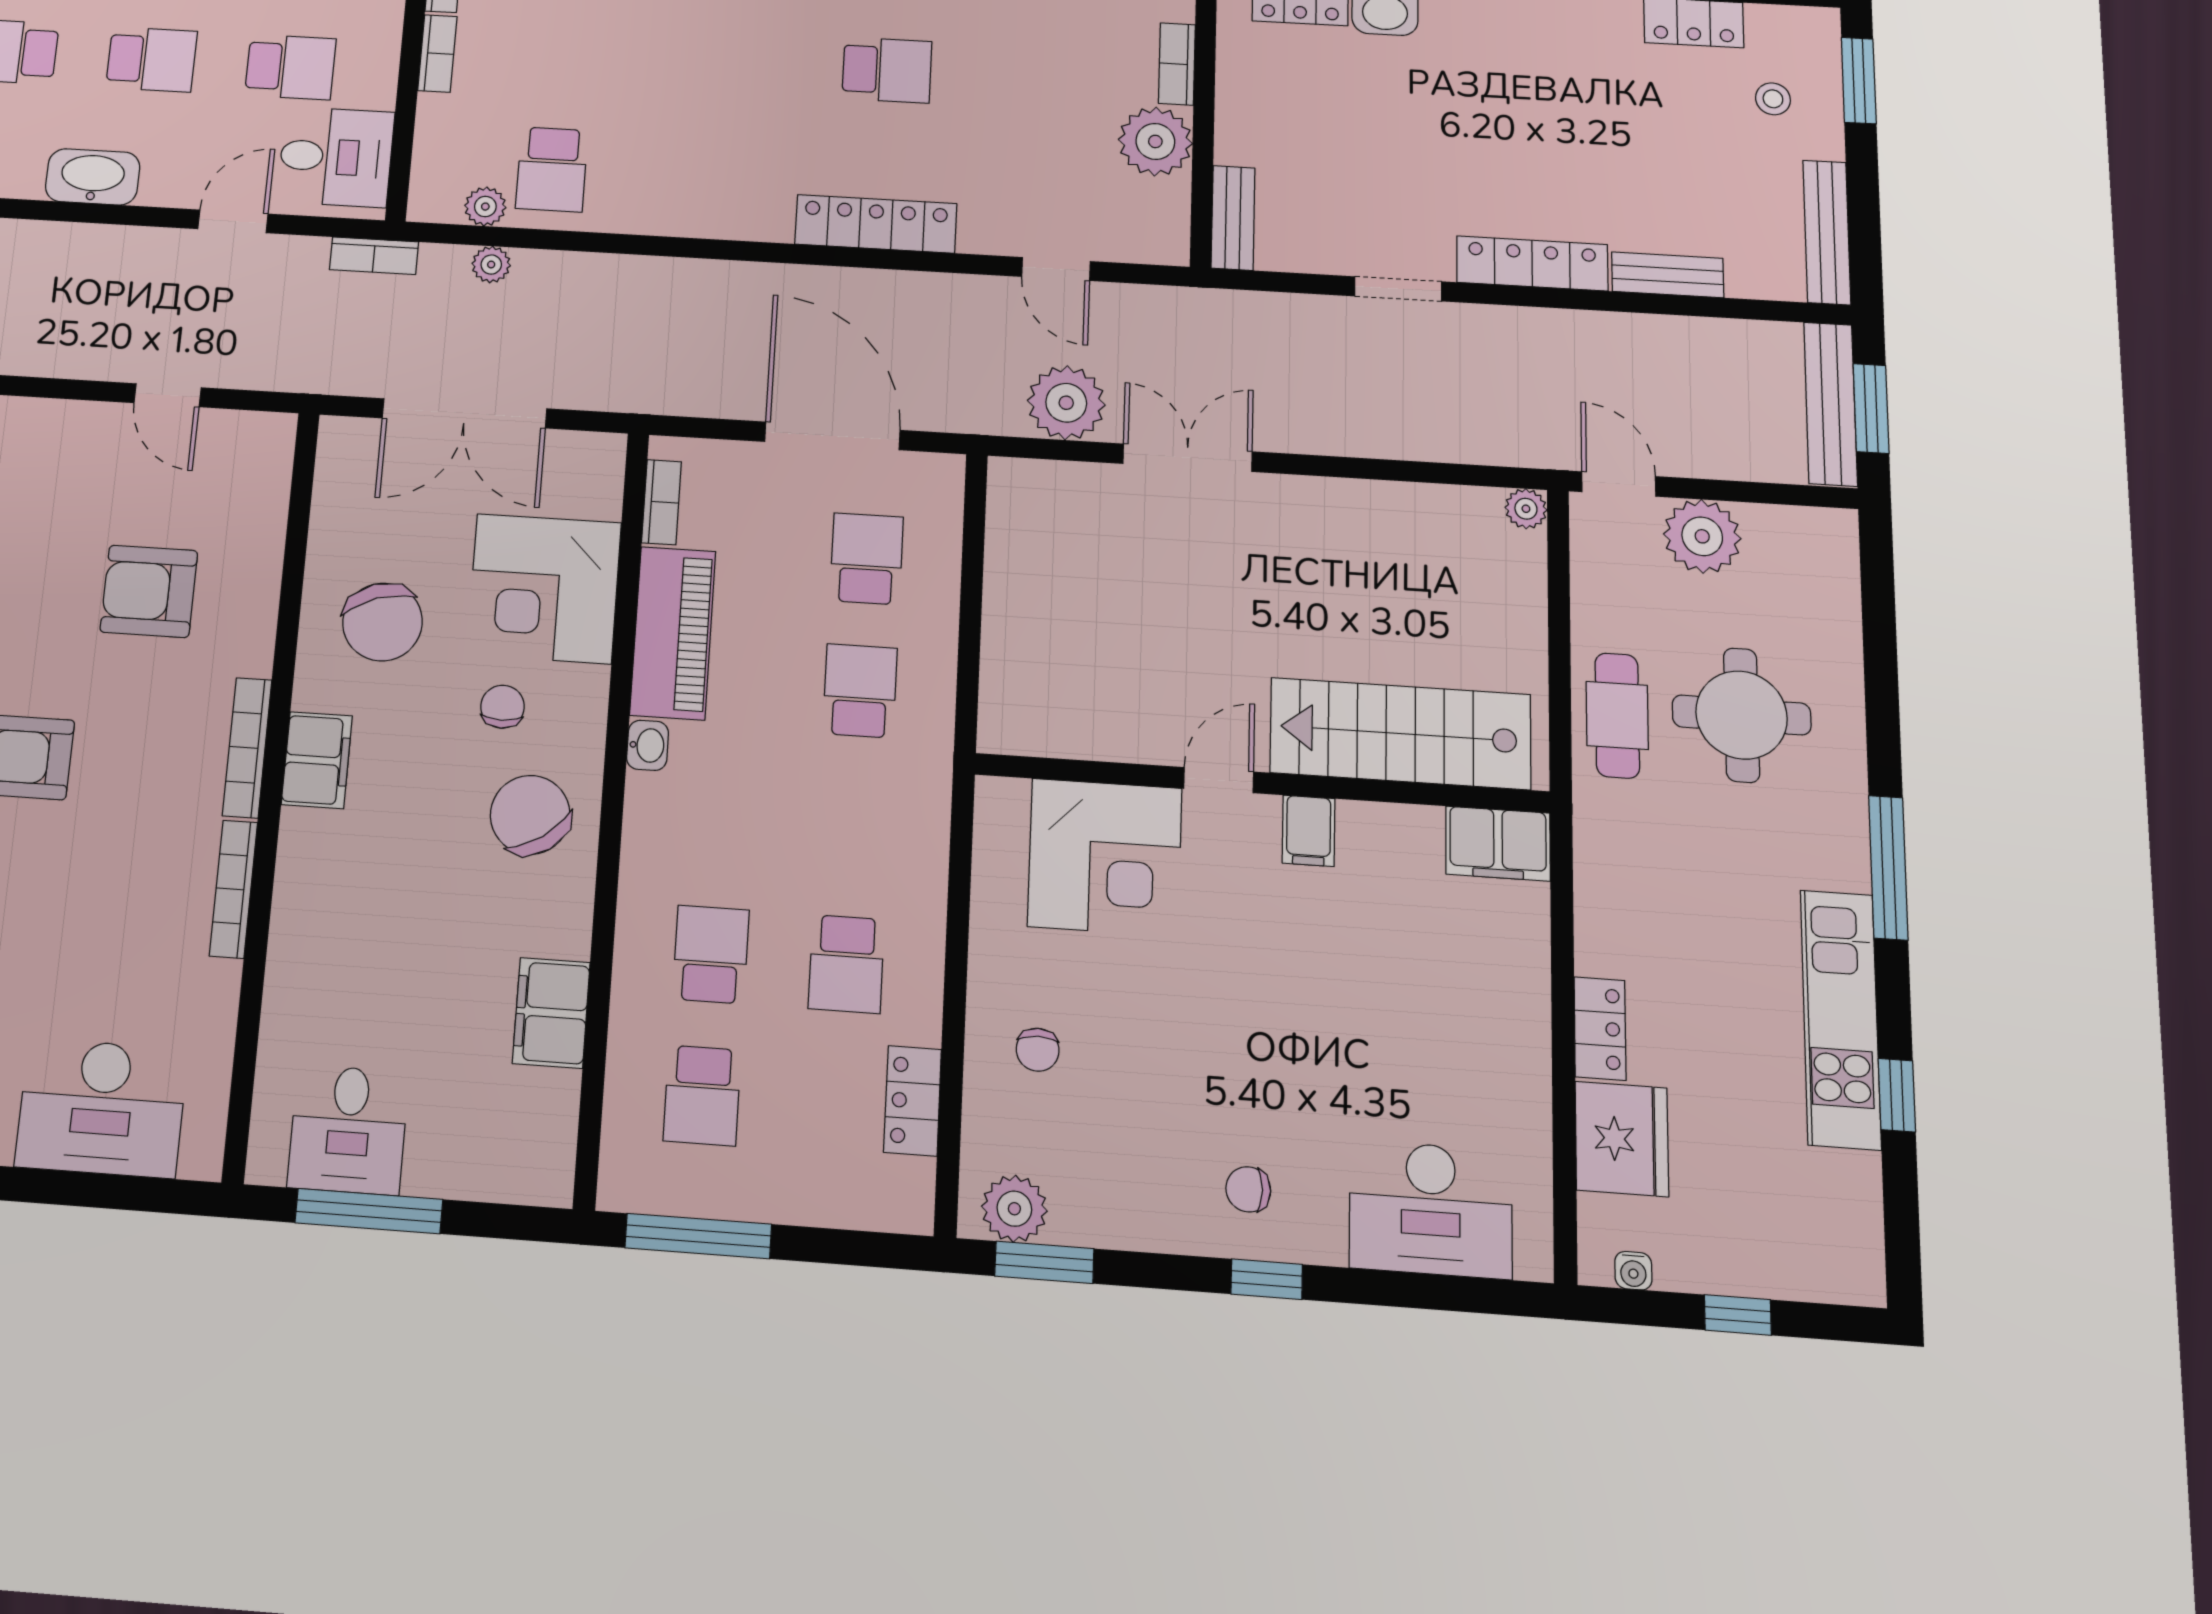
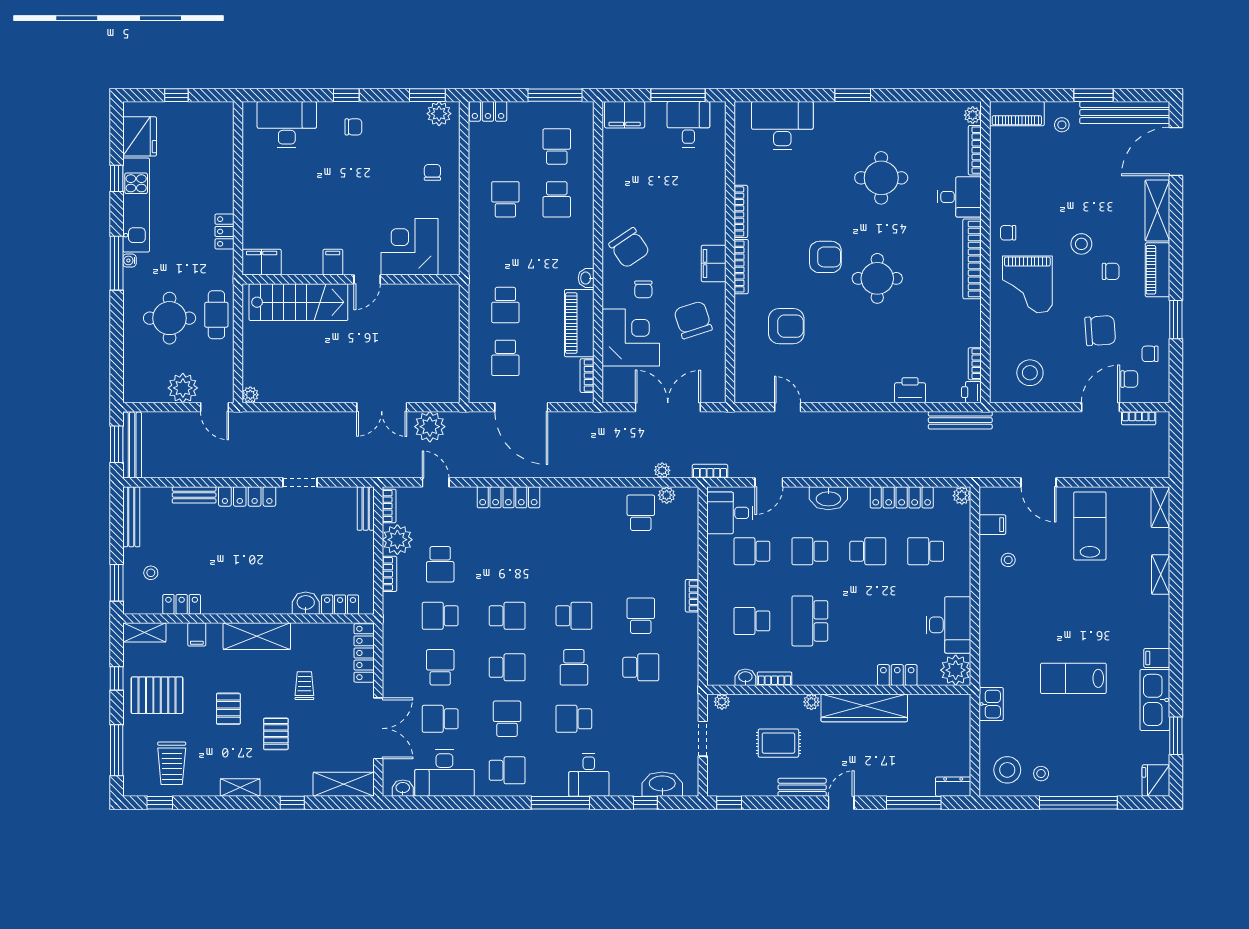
bookcase: (437, 53) -> (389, 506), moved, turned 180
school desk: (887, 70) -> (440, 564), moved, turned -90
filing cabinet: (551, 1013) -> (625, 115), moved, turned 90
locker: (1600, 1029) -> (224, 231), moved
locker: (913, 1101) -> (488, 111), moved, turned 90
fridge: (1622, 1139) -> (140, 136), moved, turned 180
water cooler: (1633, 1271) -> (129, 260), moved, turned -90

